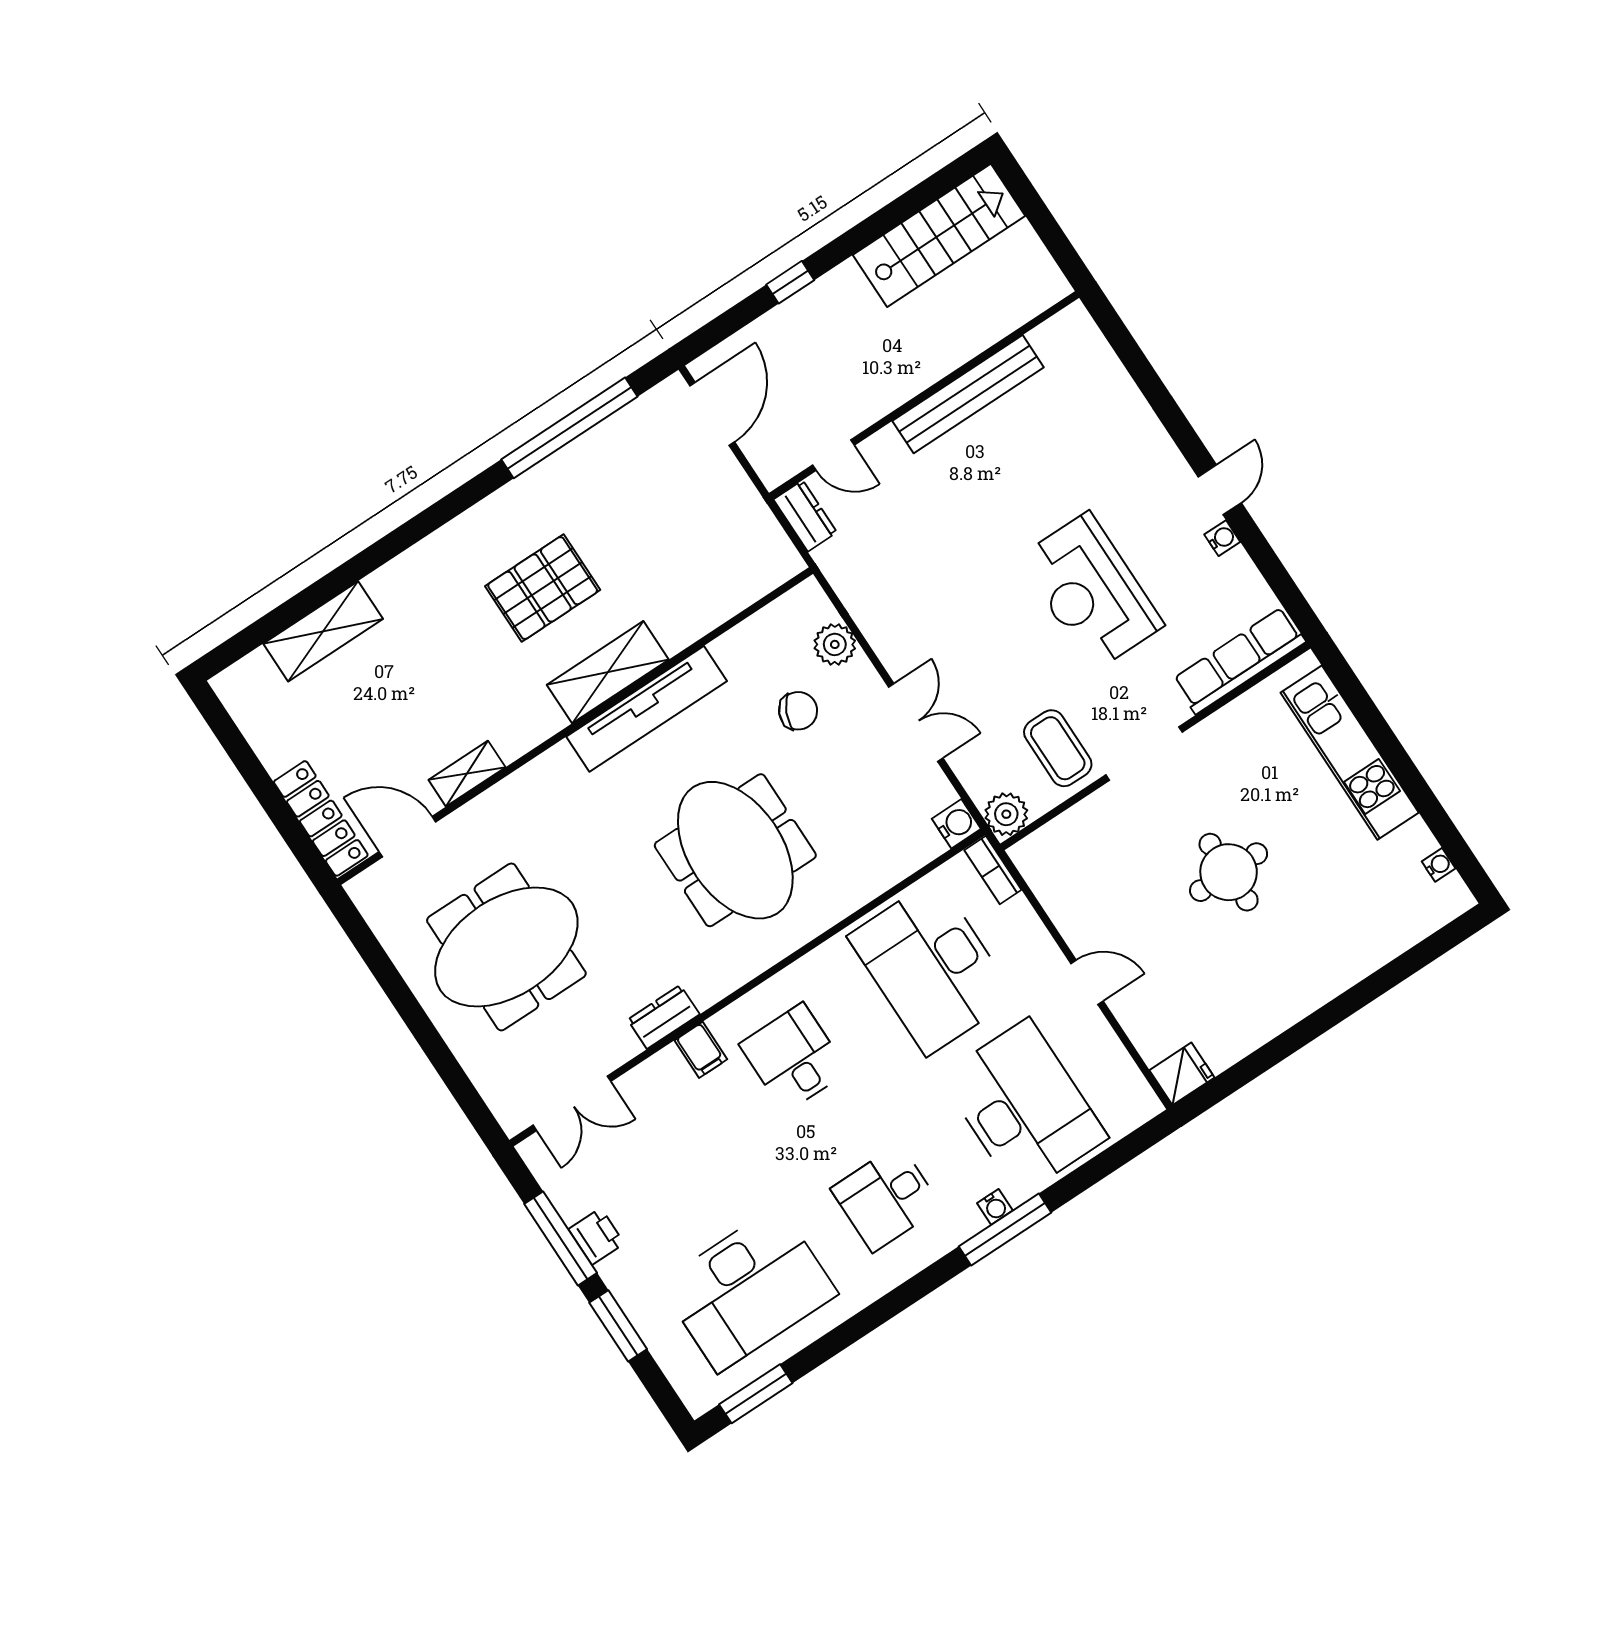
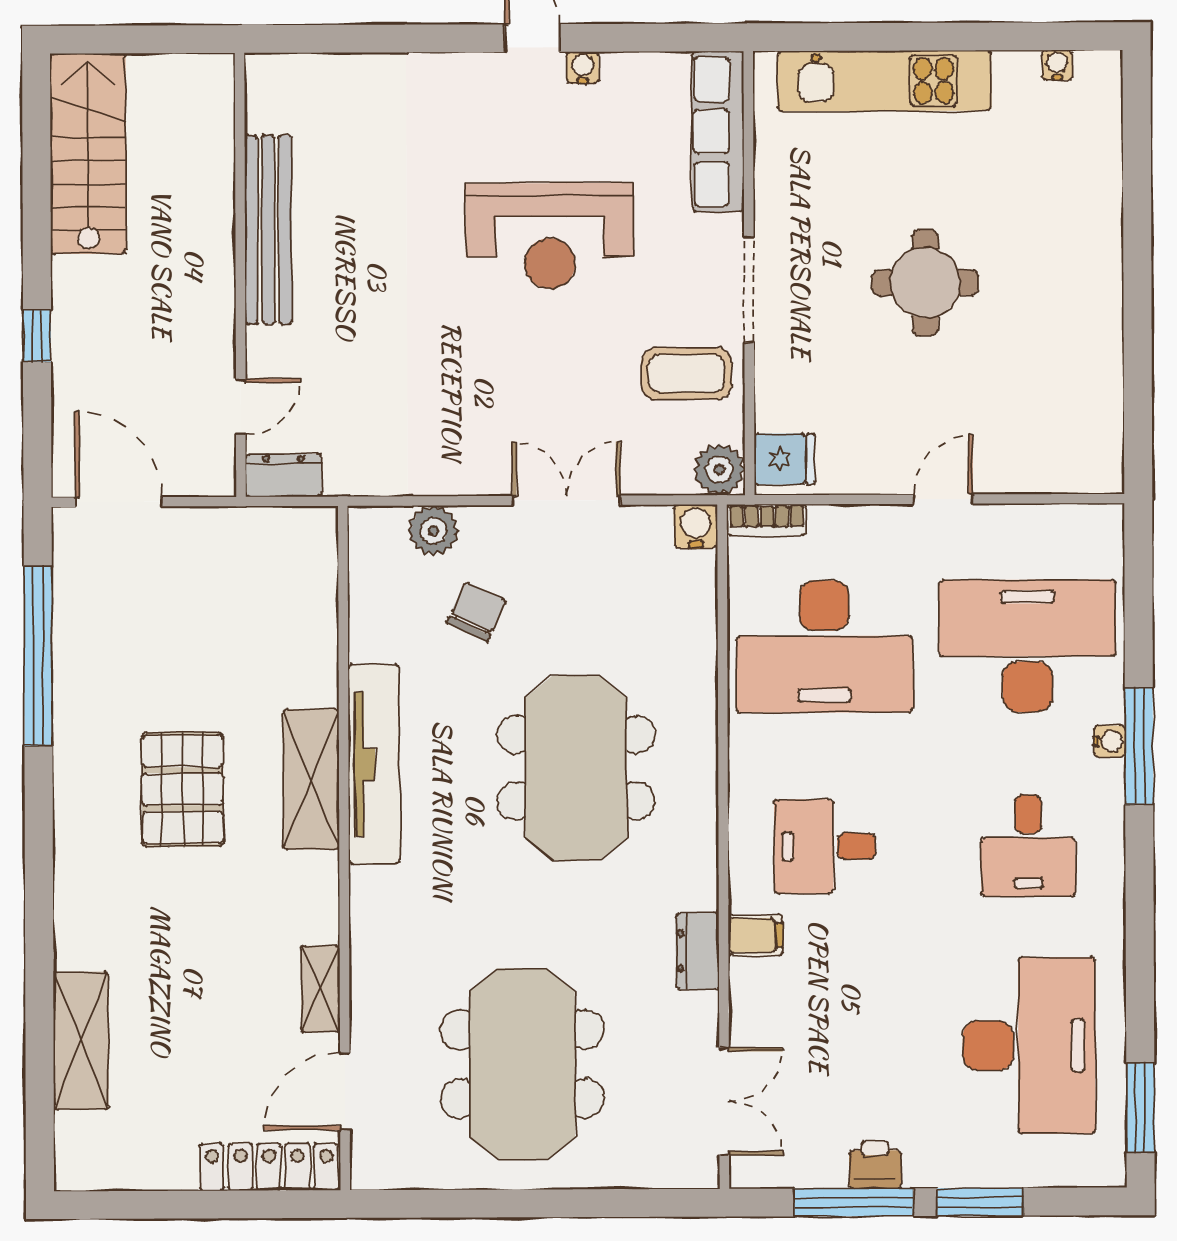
meeting table: (735, 850) -> (576, 768), turned 90
fridge: (1182, 1074) -> (785, 459), moved, turned 90

